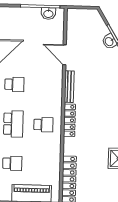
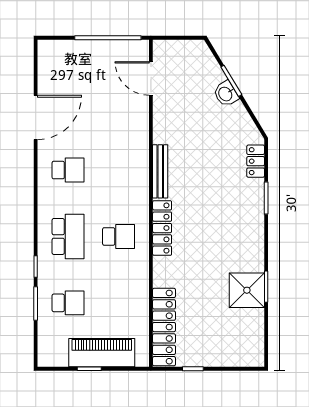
washbasin: (48, 14) -> (122, 50), removed
door: (64, 55) -> (151, 78), moved

